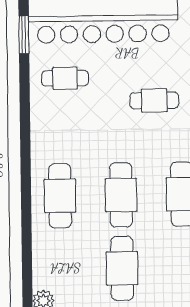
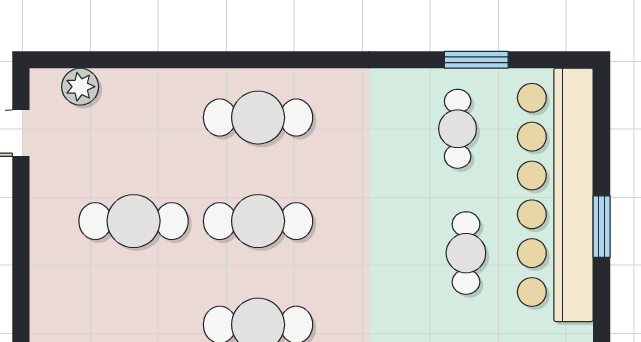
window: (24, 35) -> (476, 60), moved
cafe table: (154, 100) -> (466, 253), moved

